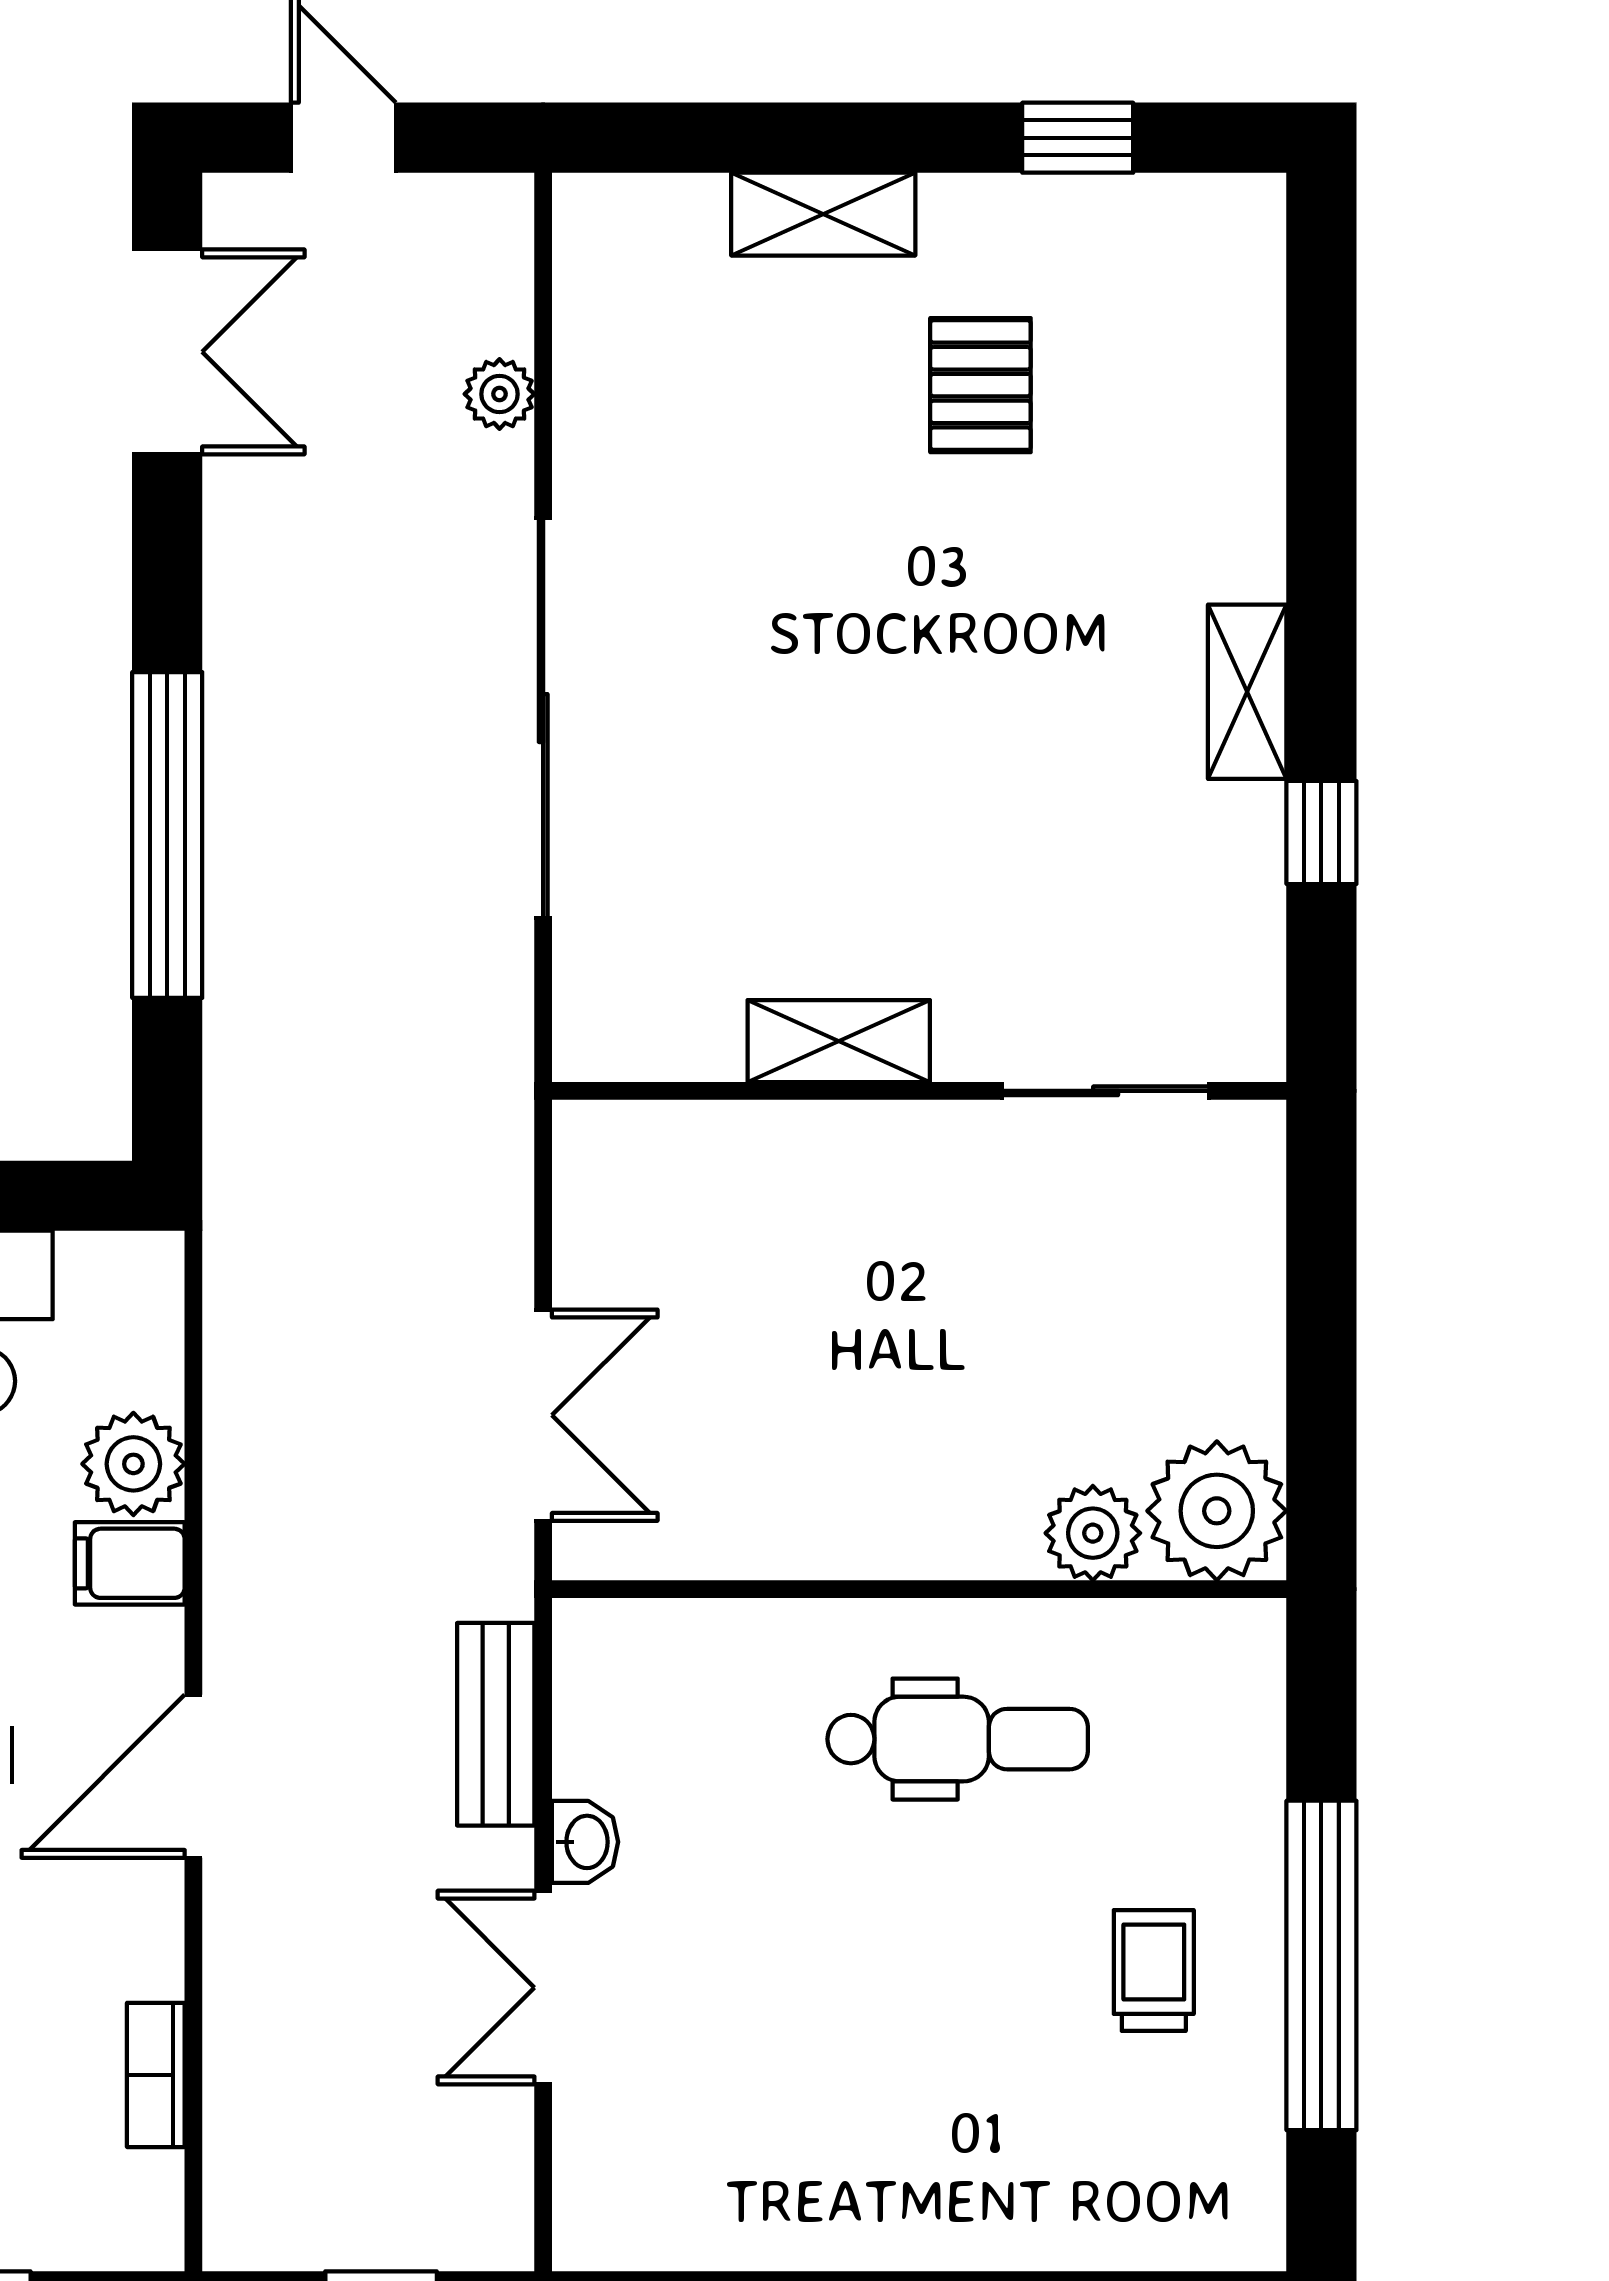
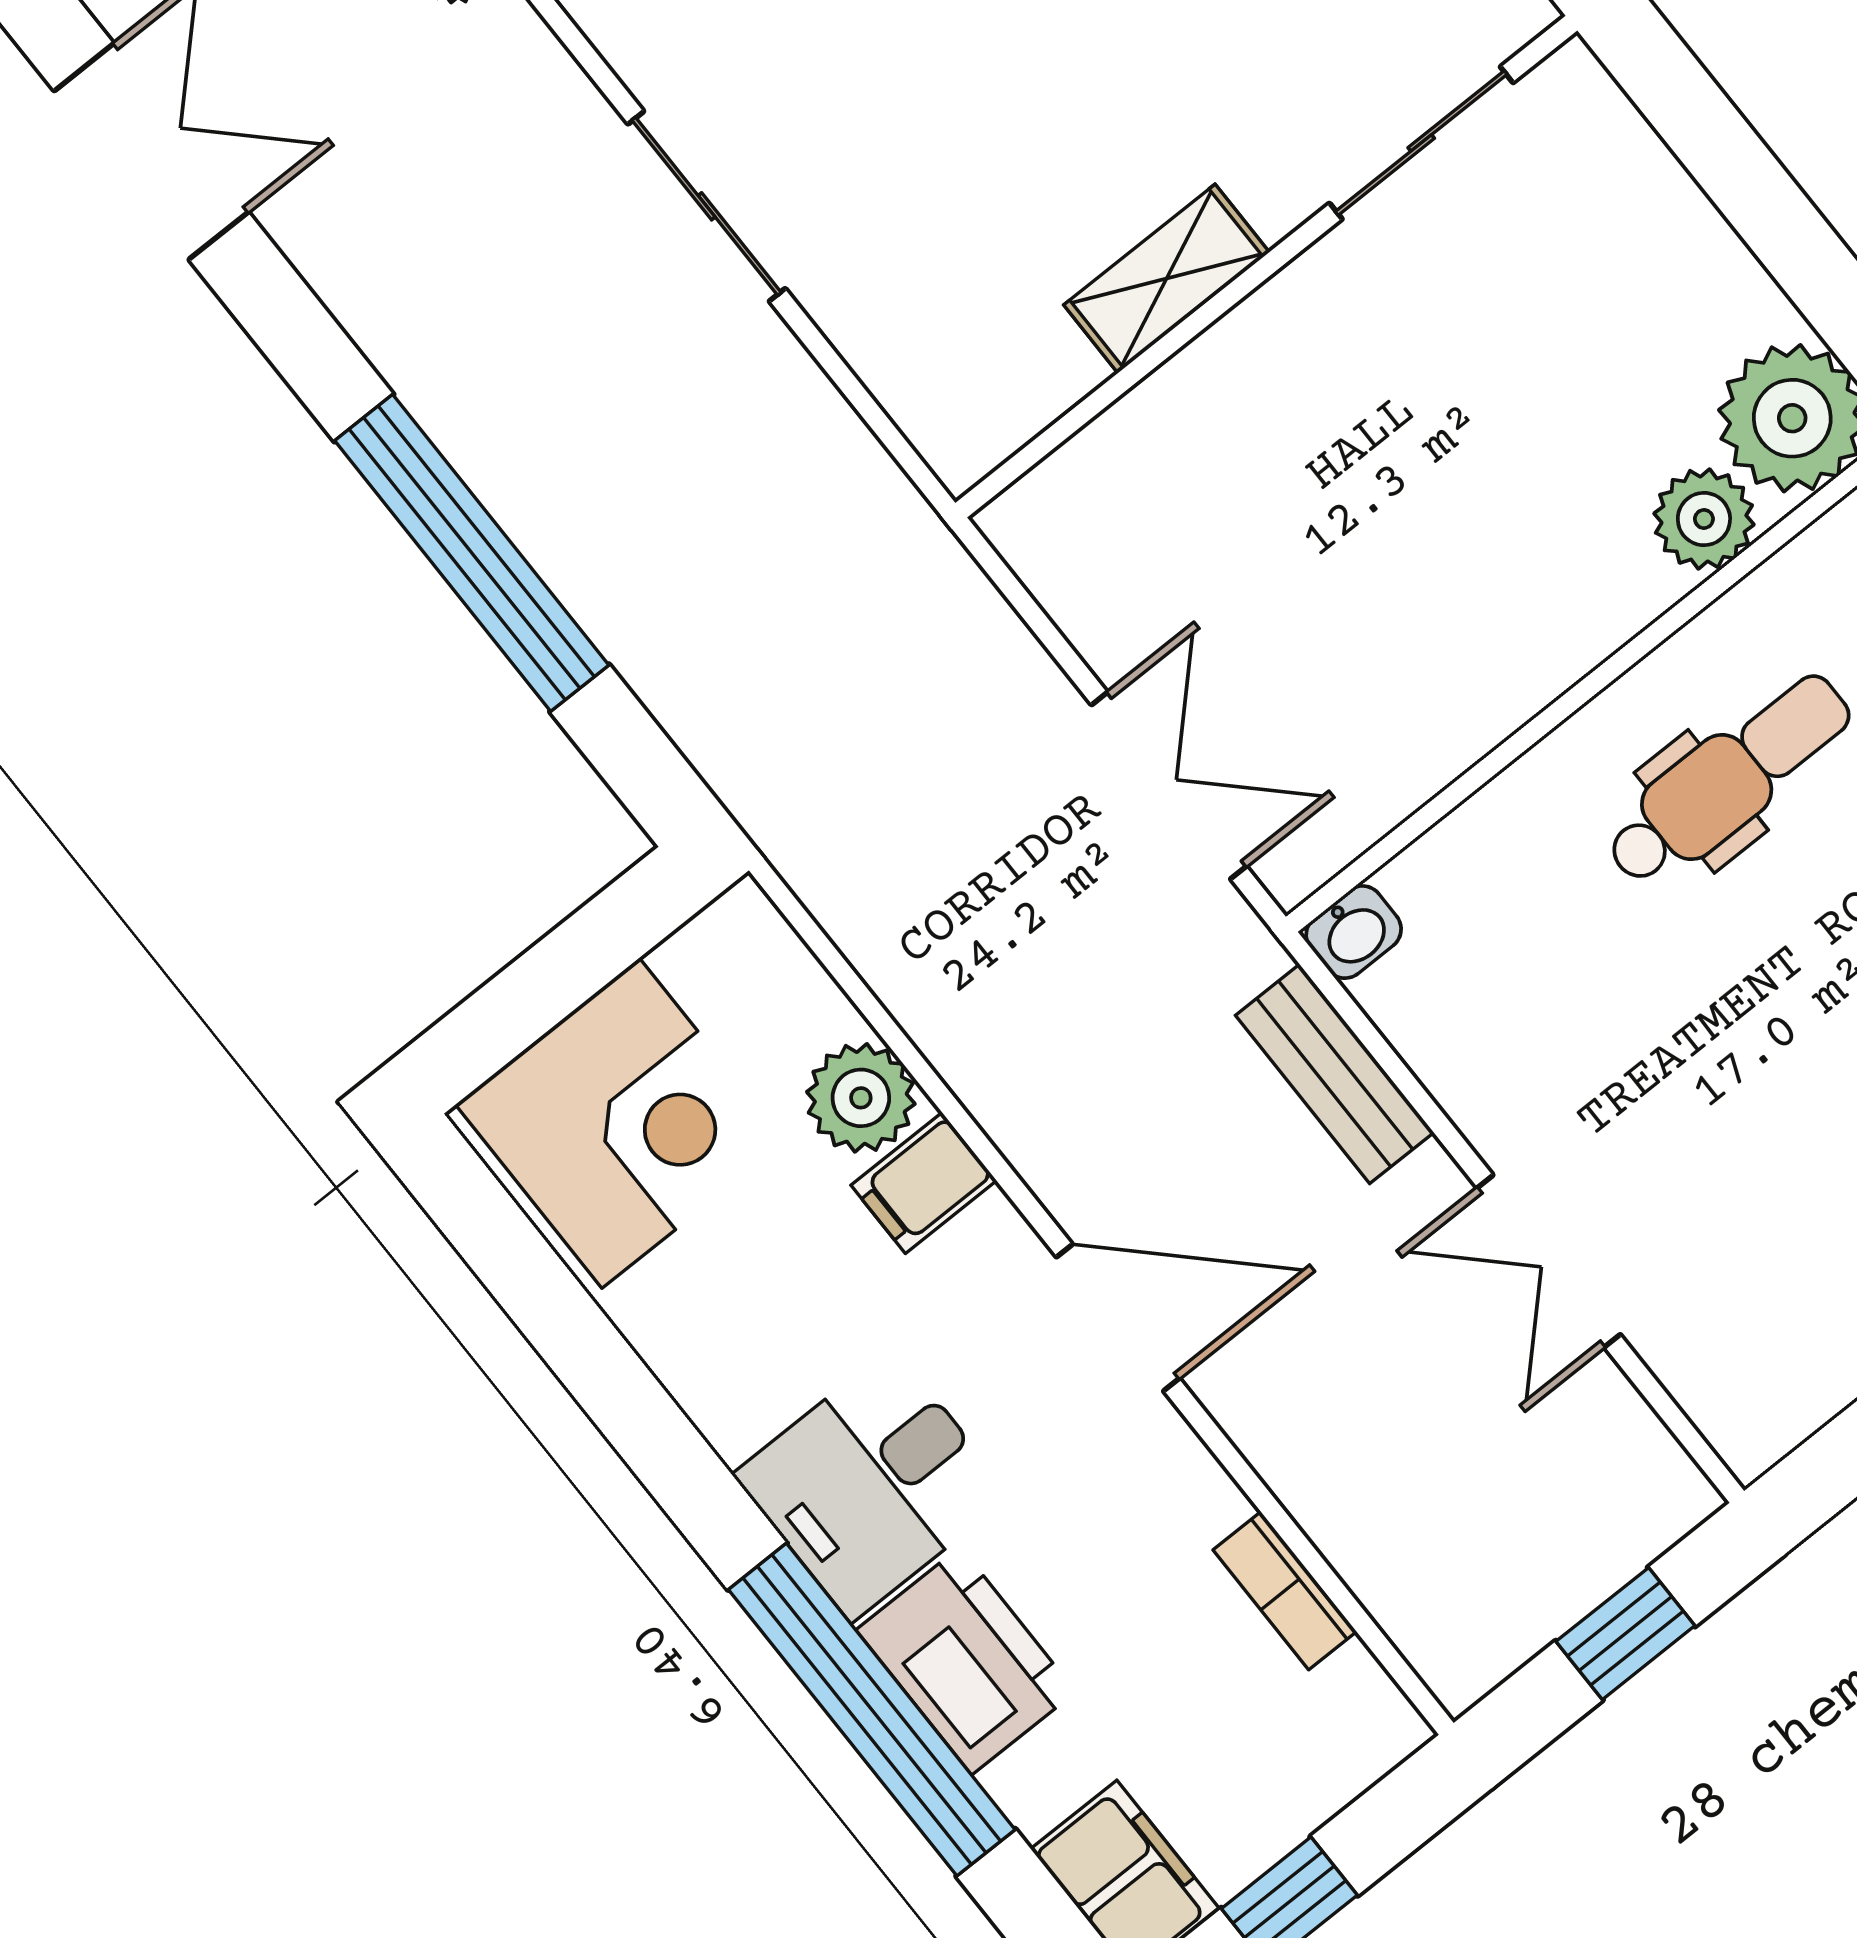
sliding door: (543, 718) -> (707, 206), width x0.54
door: (193, 1776) -> (1118, 1318), swing flipped
washbasin: (585, 1842) -> (1354, 932), moved, turned 90

